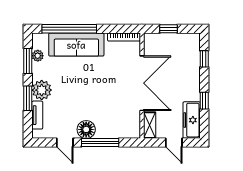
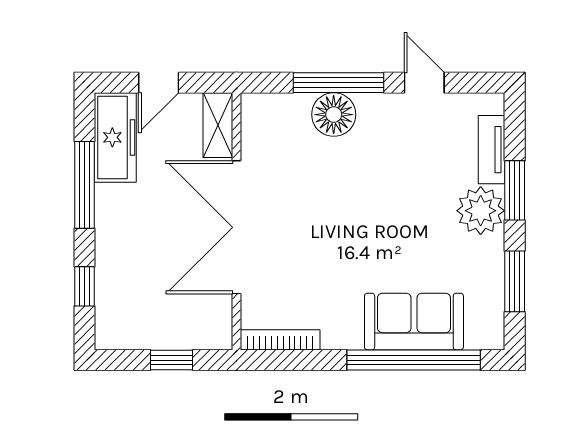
sofa: (76, 45) -> (414, 322), width x0.73
plant: (38, 56) -> (491, 294), removed
window: (204, 101) -> (85, 185), width x2.17
floor lamp: (86, 129) -> (334, 115), moved
door: (174, 143) -> (159, 83), swing flipped

